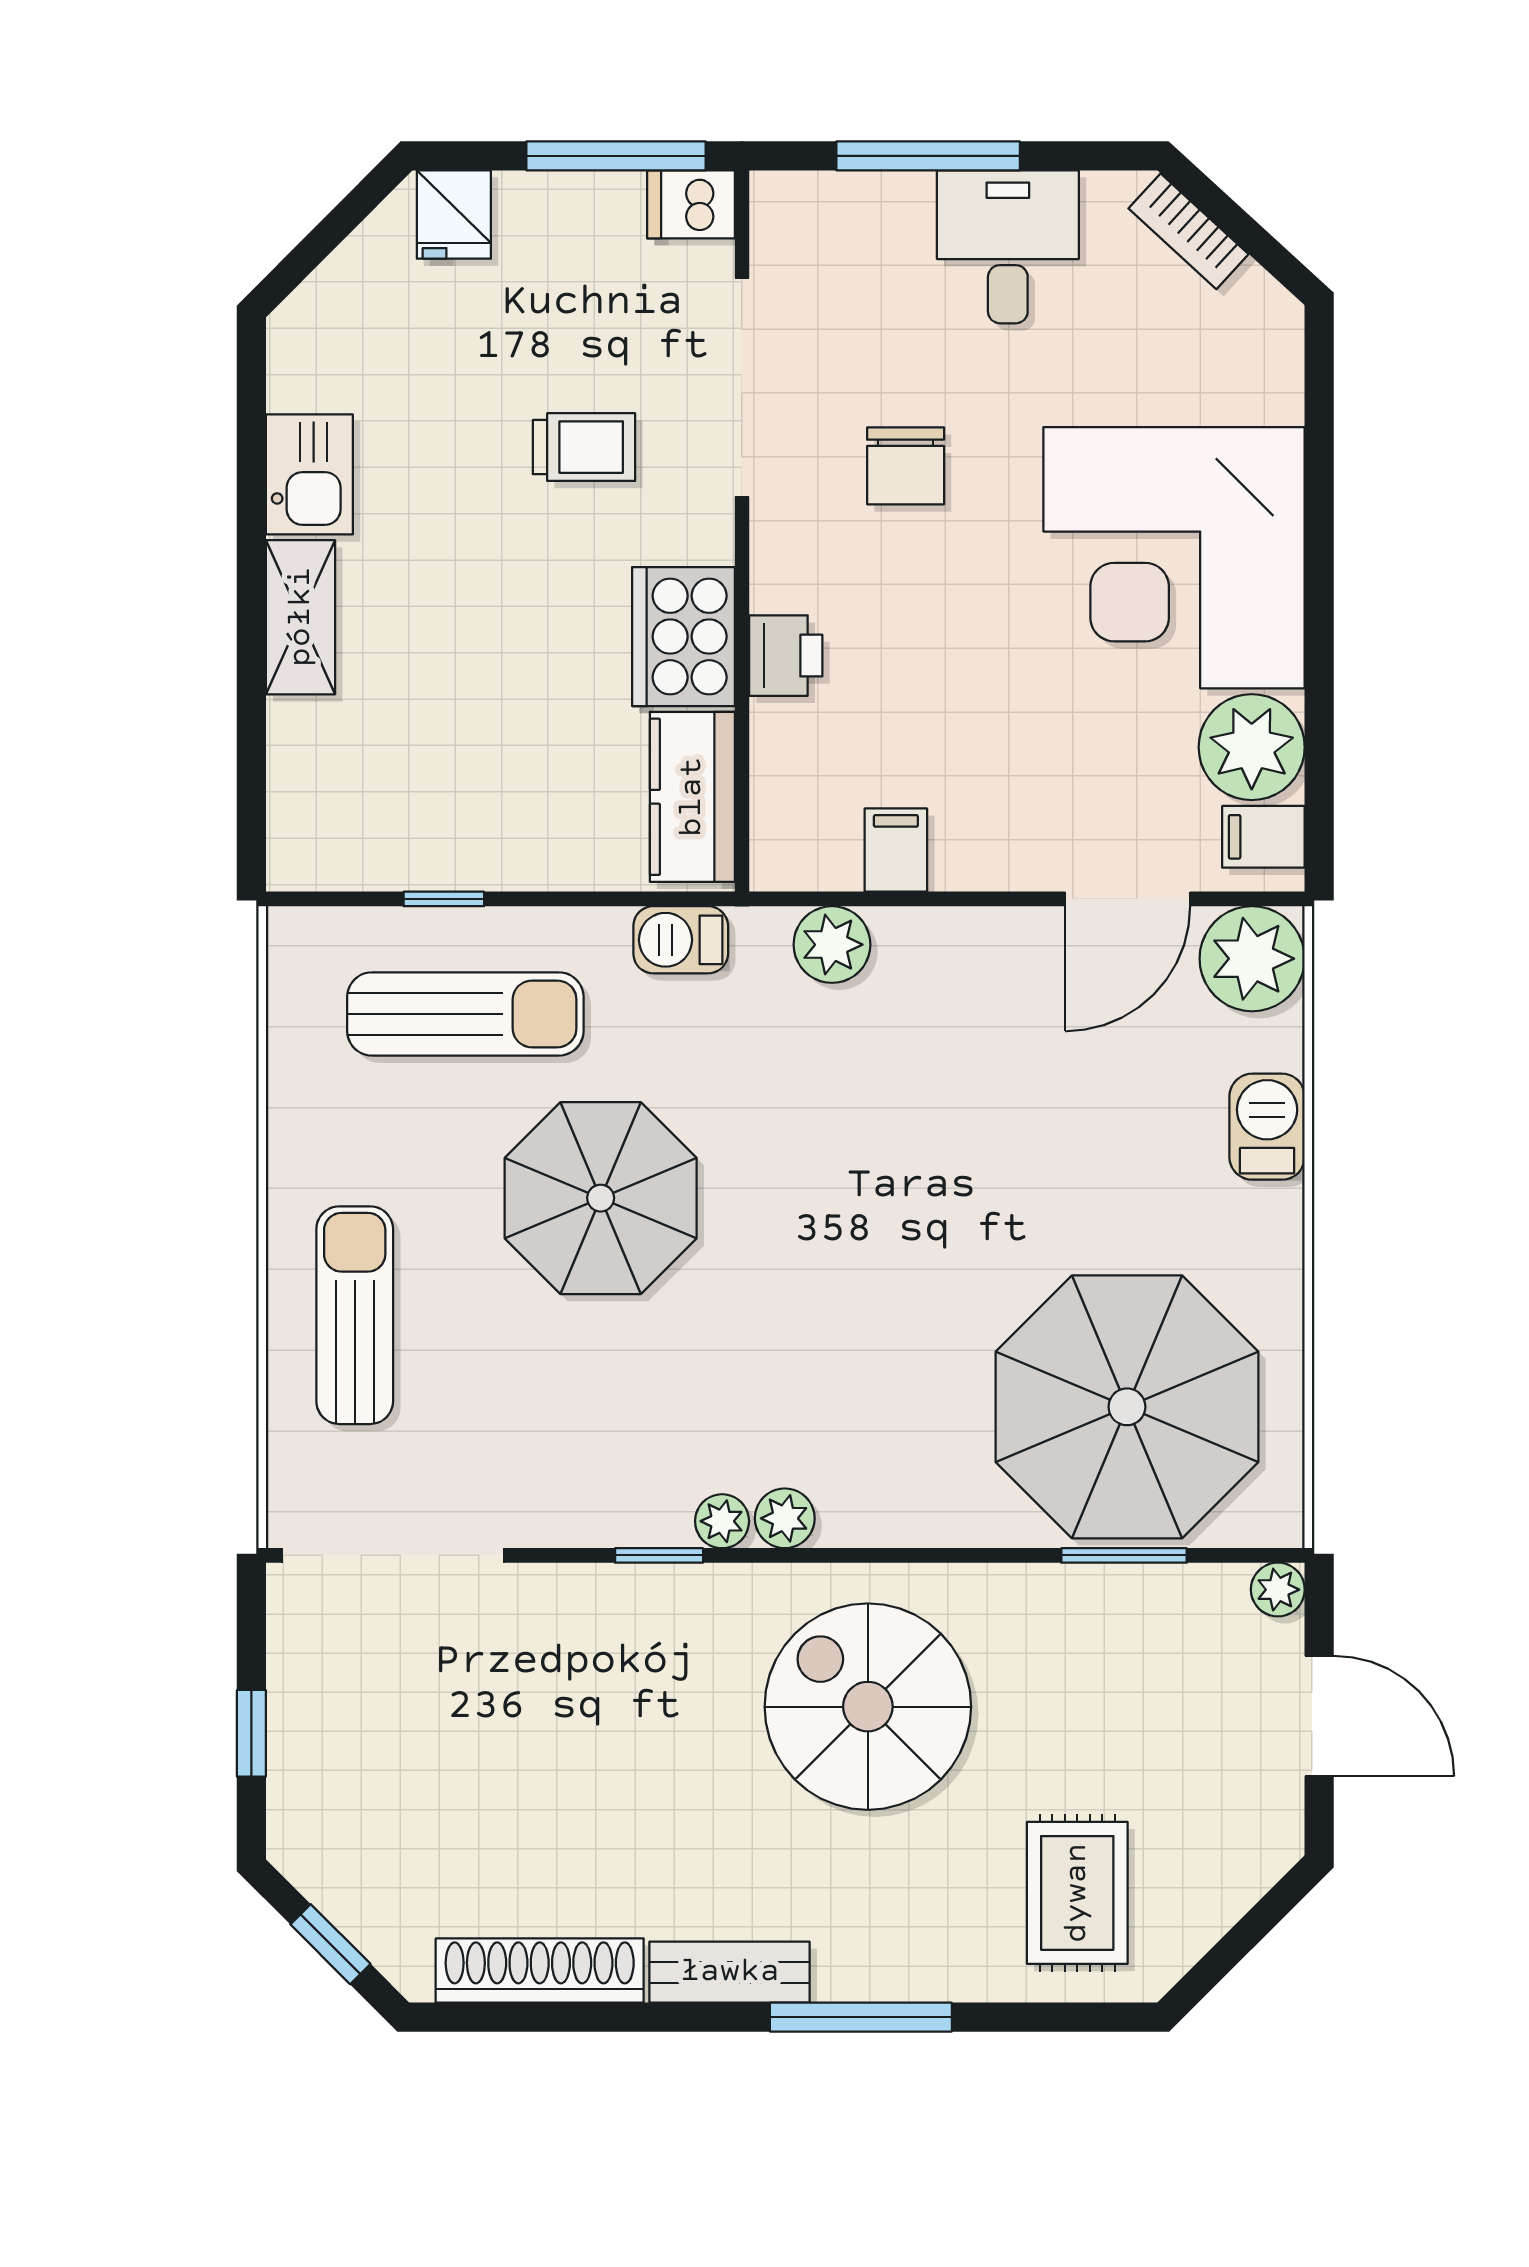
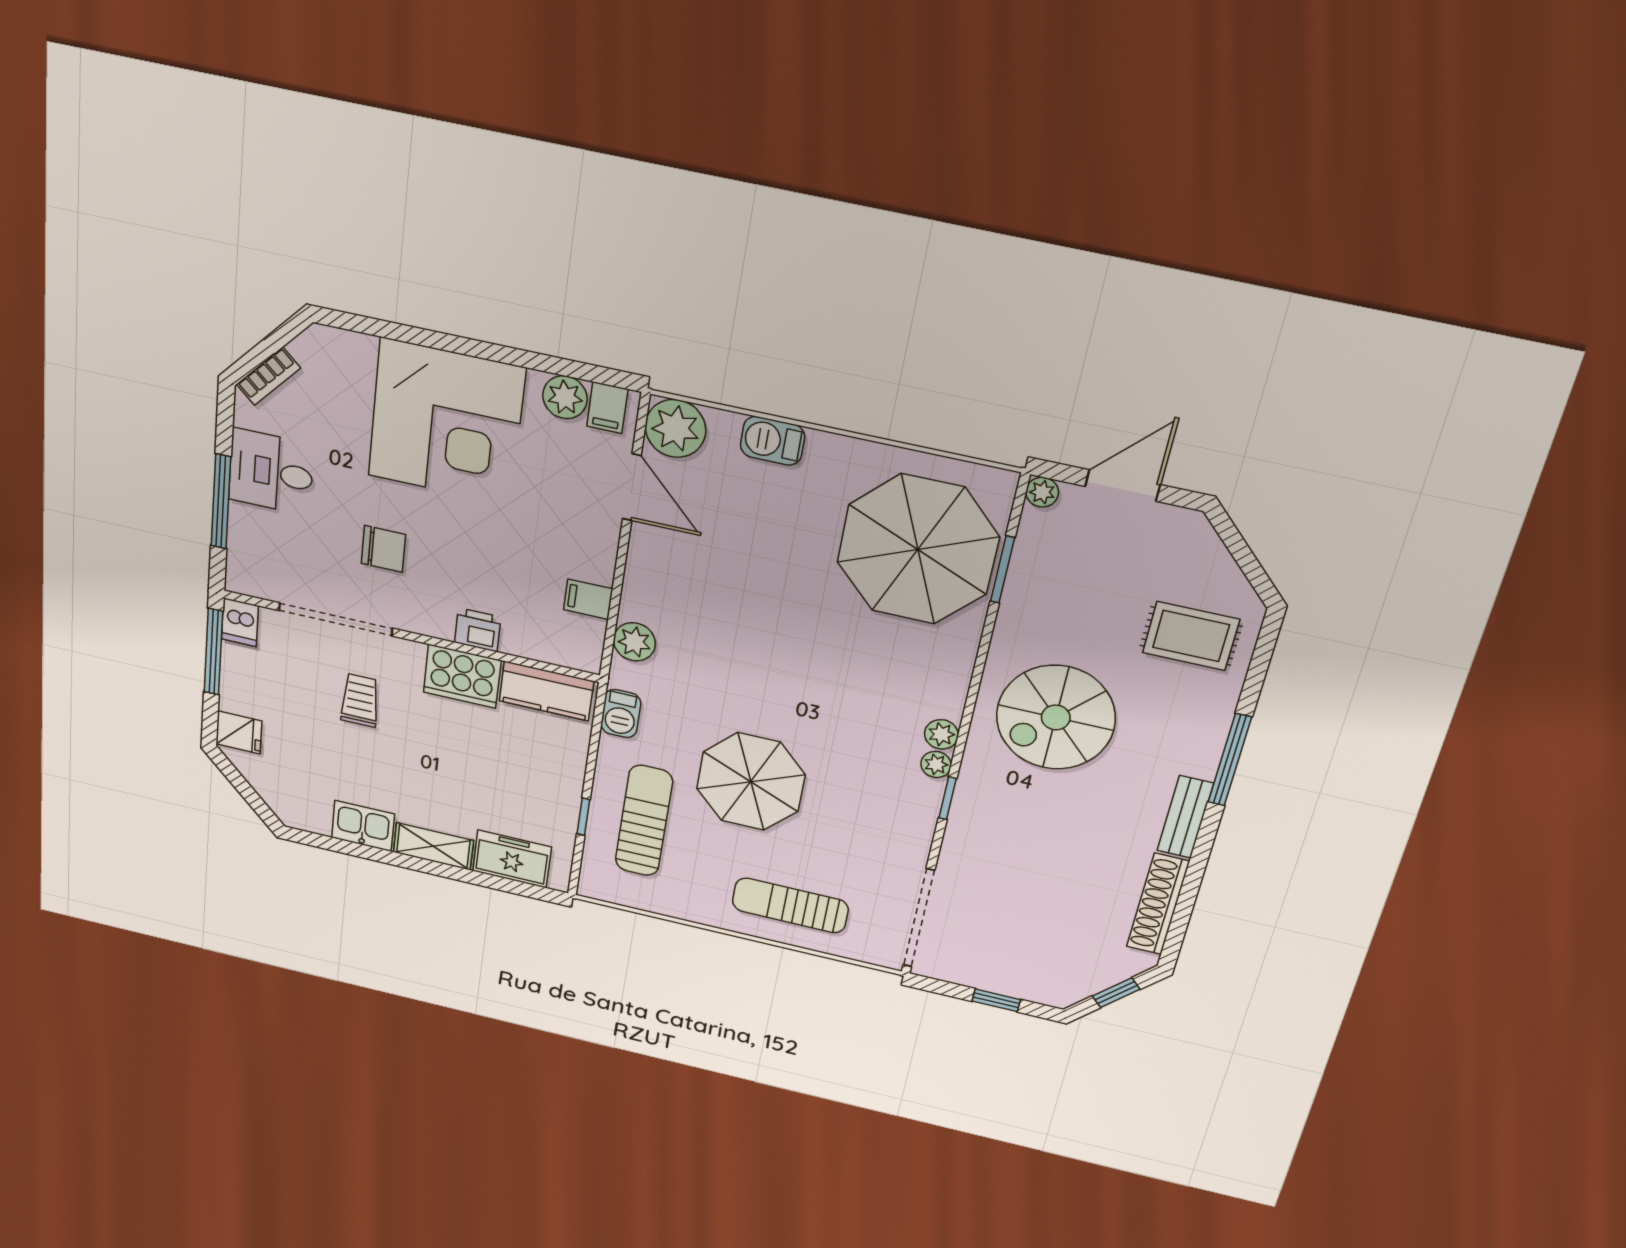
plant: (1252, 747) -> (565, 397), width x0.73, depth x0.73
freezer: (313, 773) -> (512, 859), added

